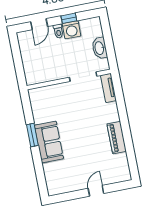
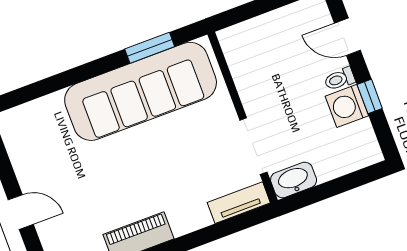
washbasin: (100, 48) -> (294, 180), moved
window: (32, 135) -> (150, 48), moved
sofa: (49, 142) -> (141, 91), width x1.85, depth x1.27

